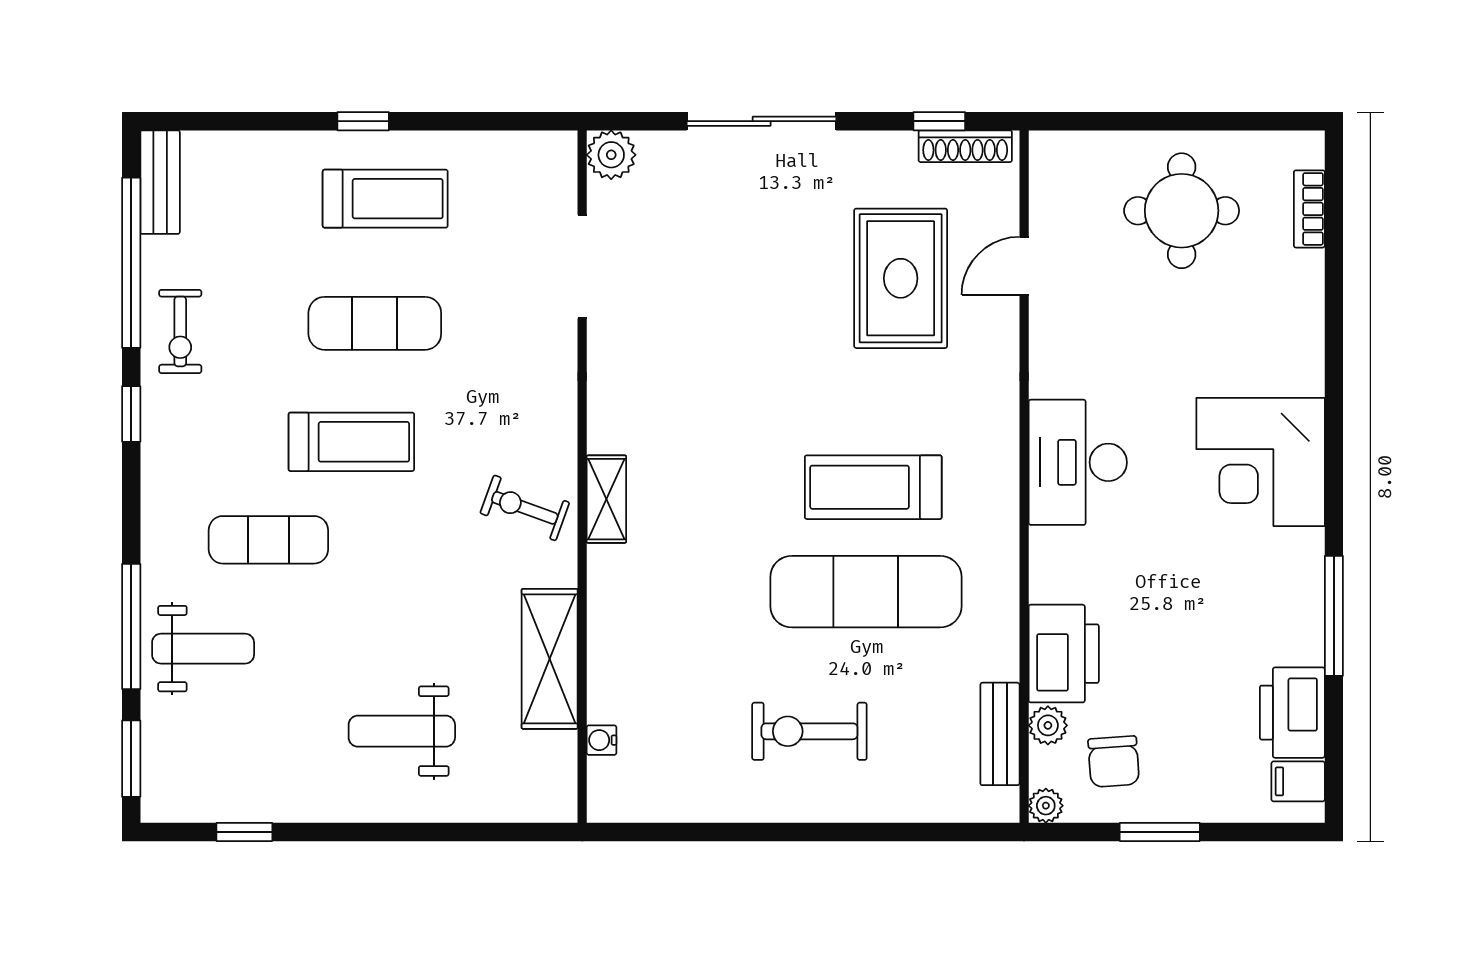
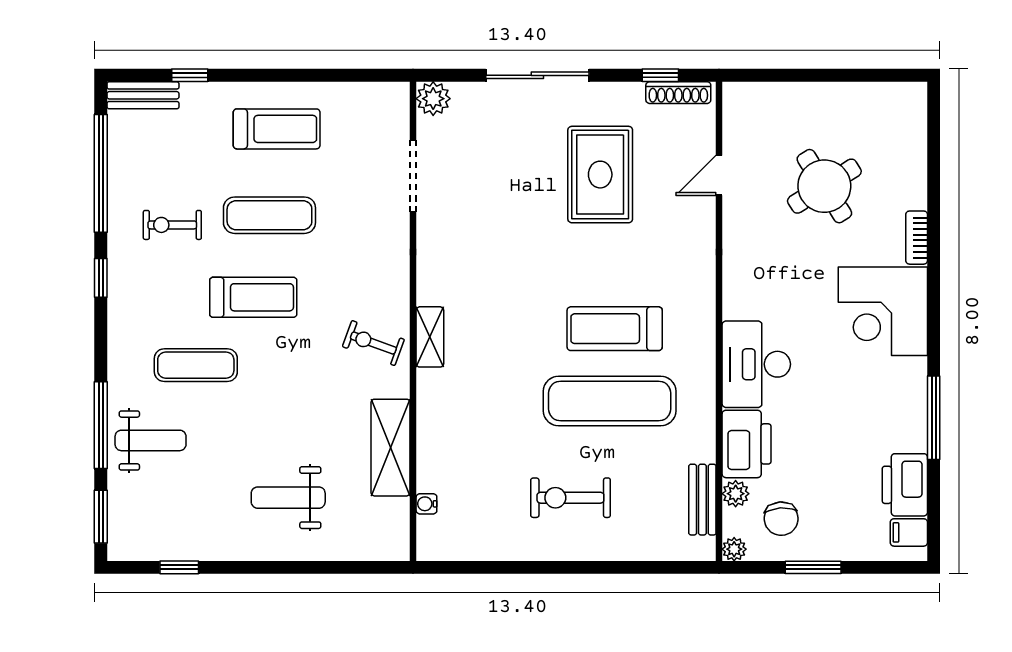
window: (363, 121) -> (190, 75), moved
bench: (160, 182) -> (143, 95), moved, turned 90
bookcase: (1309, 209) -> (917, 238), moved
round table: (1182, 211) -> (824, 186), moved, turned -32
rug: (901, 278) -> (600, 175), moved
exercise bike: (180, 331) -> (172, 225), moved, turned 90
desk: (1078, 462) -> (756, 364), moved

